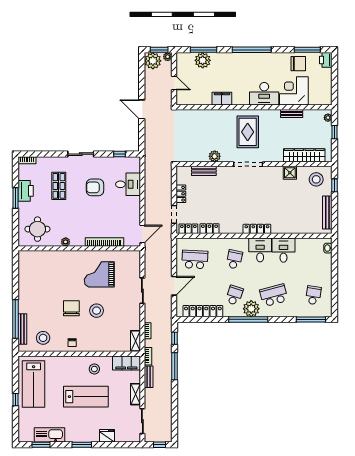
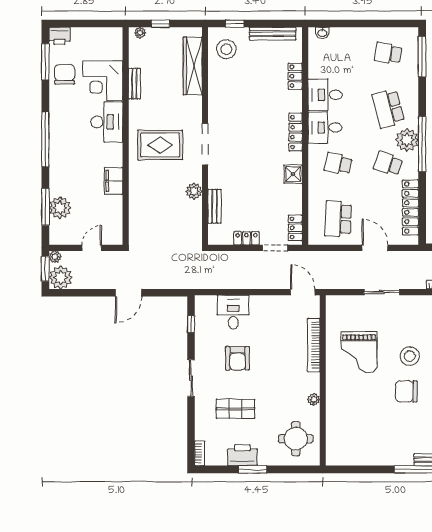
shower: (290, 173) -> (293, 174), moved
locker: (209, 229) -> (295, 76), moved

